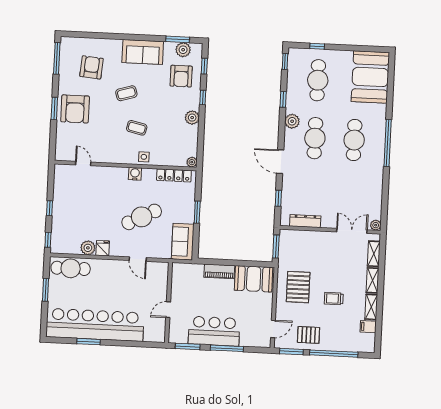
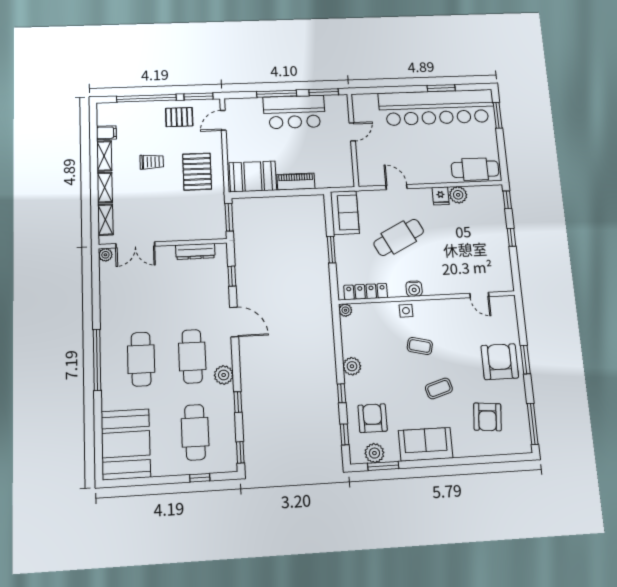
window: (46, 290) -> (498, 115), moved

